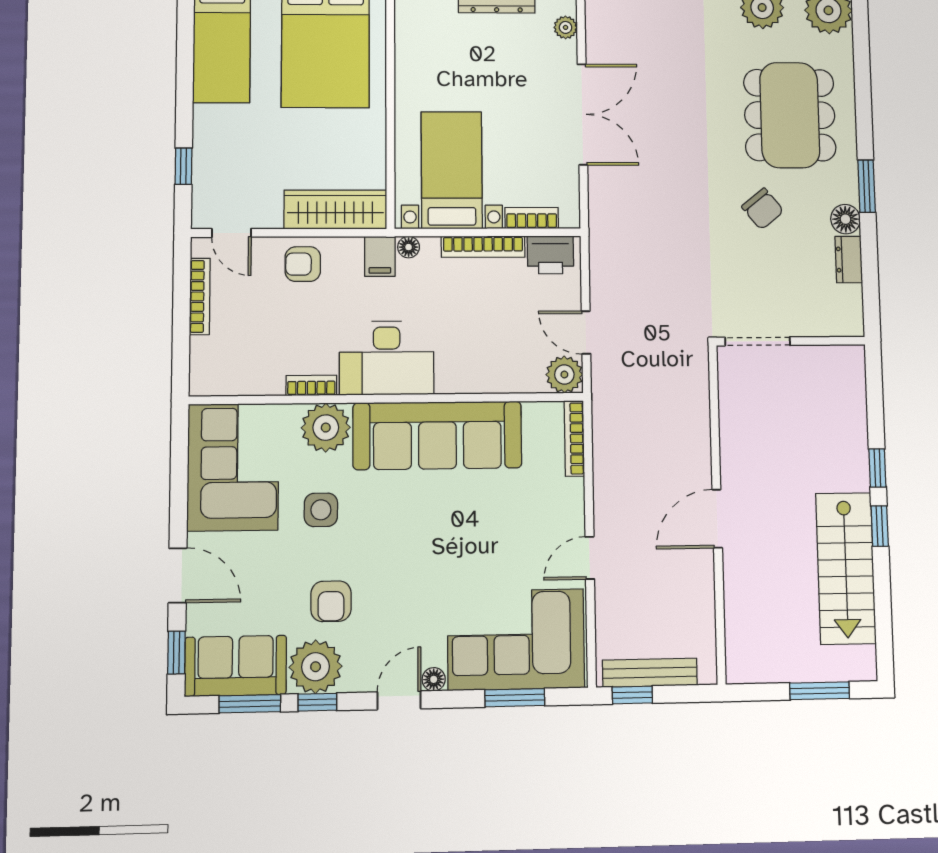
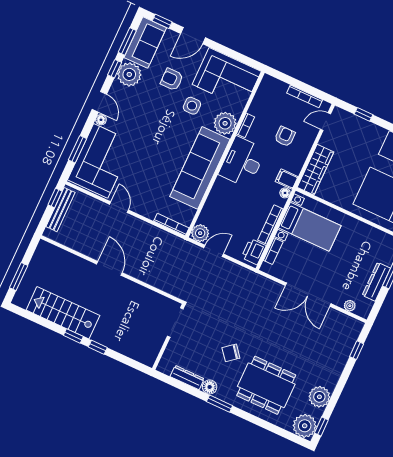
dresser: (849, 260) -> (187, 378), width x1.44
armchair: (303, 264) -> (285, 136), moved
armchair: (331, 601) -> (172, 79), moved

